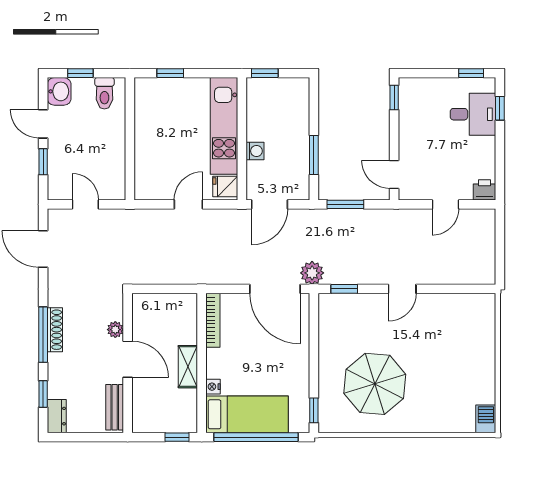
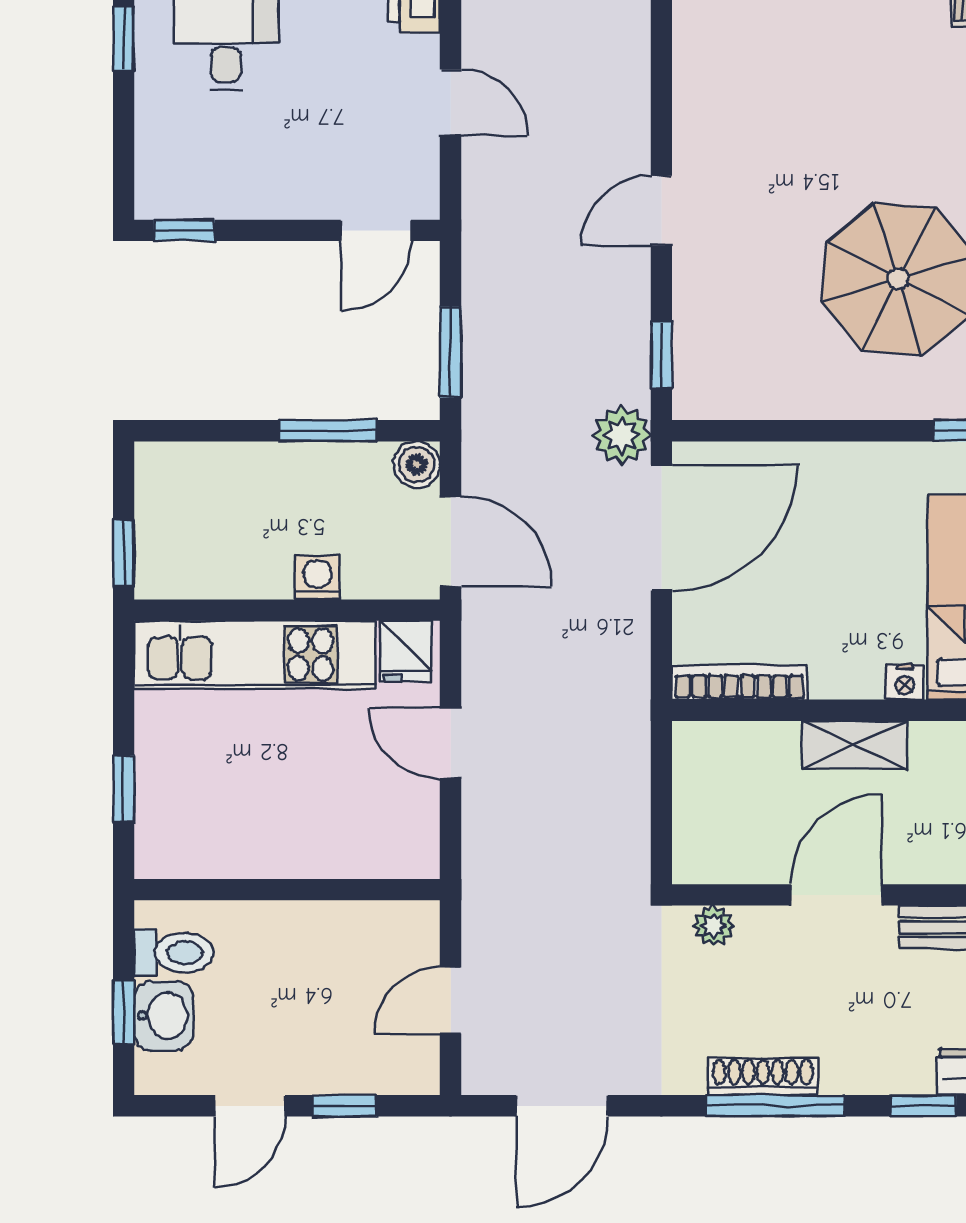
washbasin: (59, 91) -> (164, 1016), moved, turned 90
boiler: (300, 191) -> (417, 465), added
door: (402, 289) -> (661, 211), swing flipped
plant: (115, 330) -> (714, 926), moved

